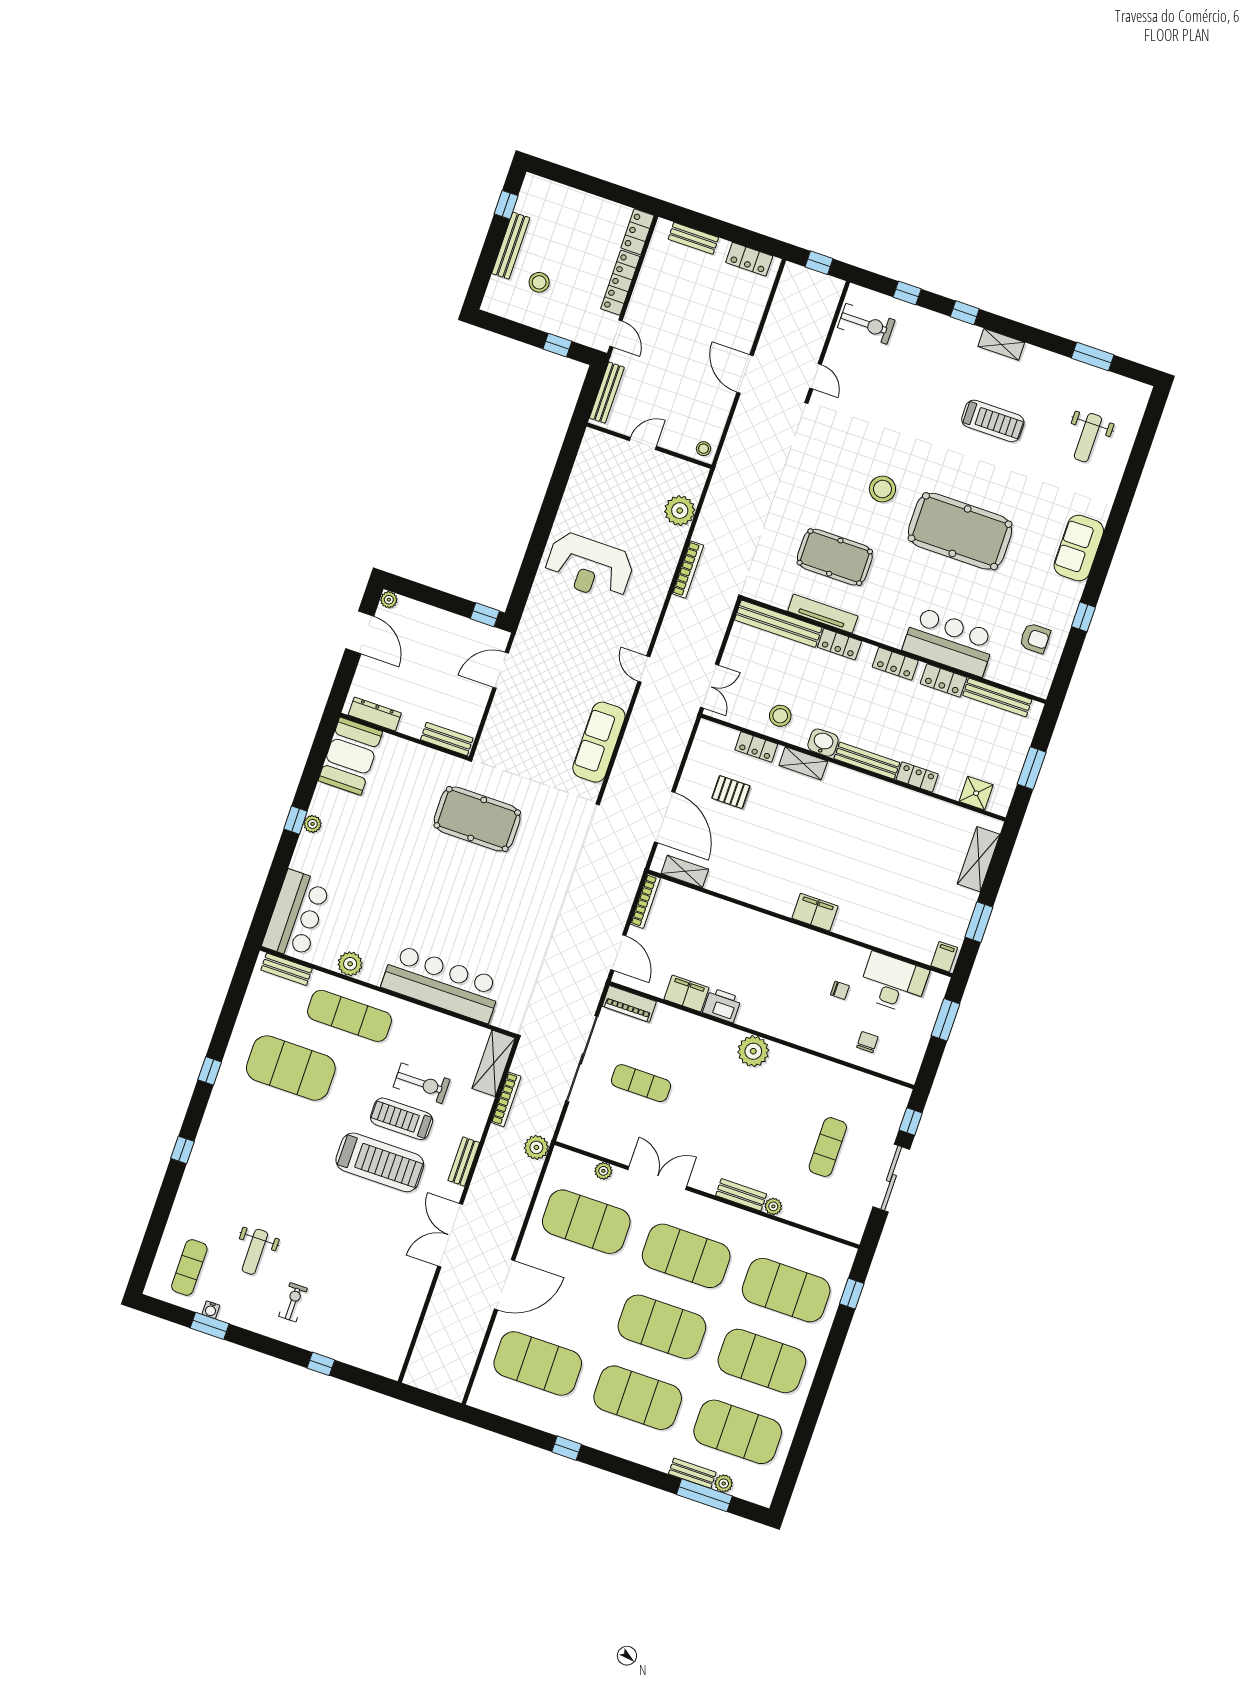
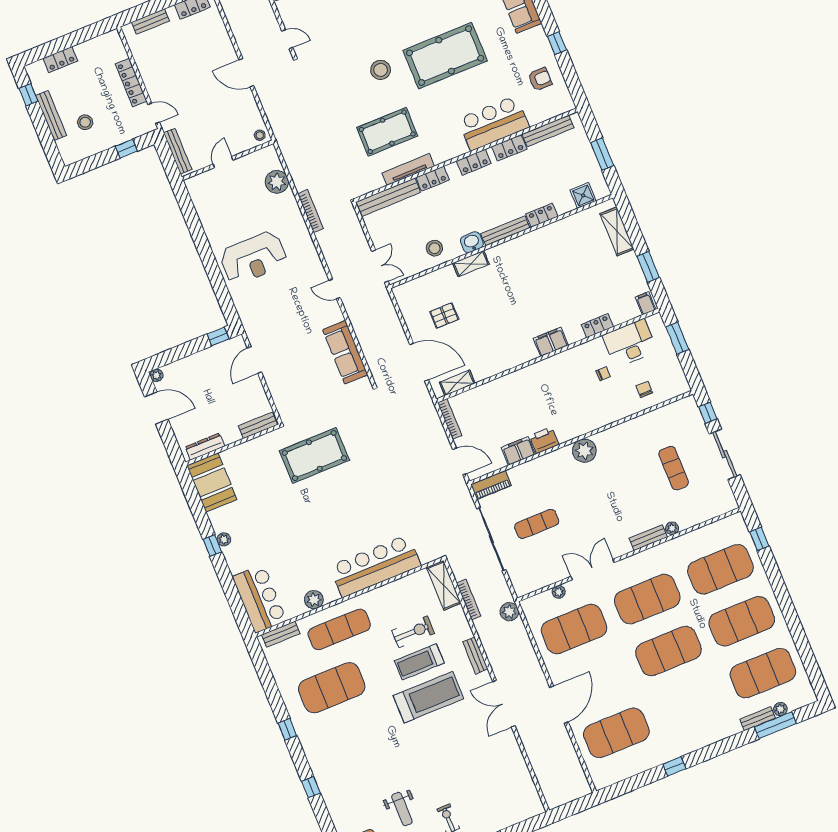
locker: (637, 232) -> (60, 60), moved, turned -90
locker: (756, 747) -> (597, 326), moved, turned 180
exercise mat: (638, 1398) -> (690, 703), removed

